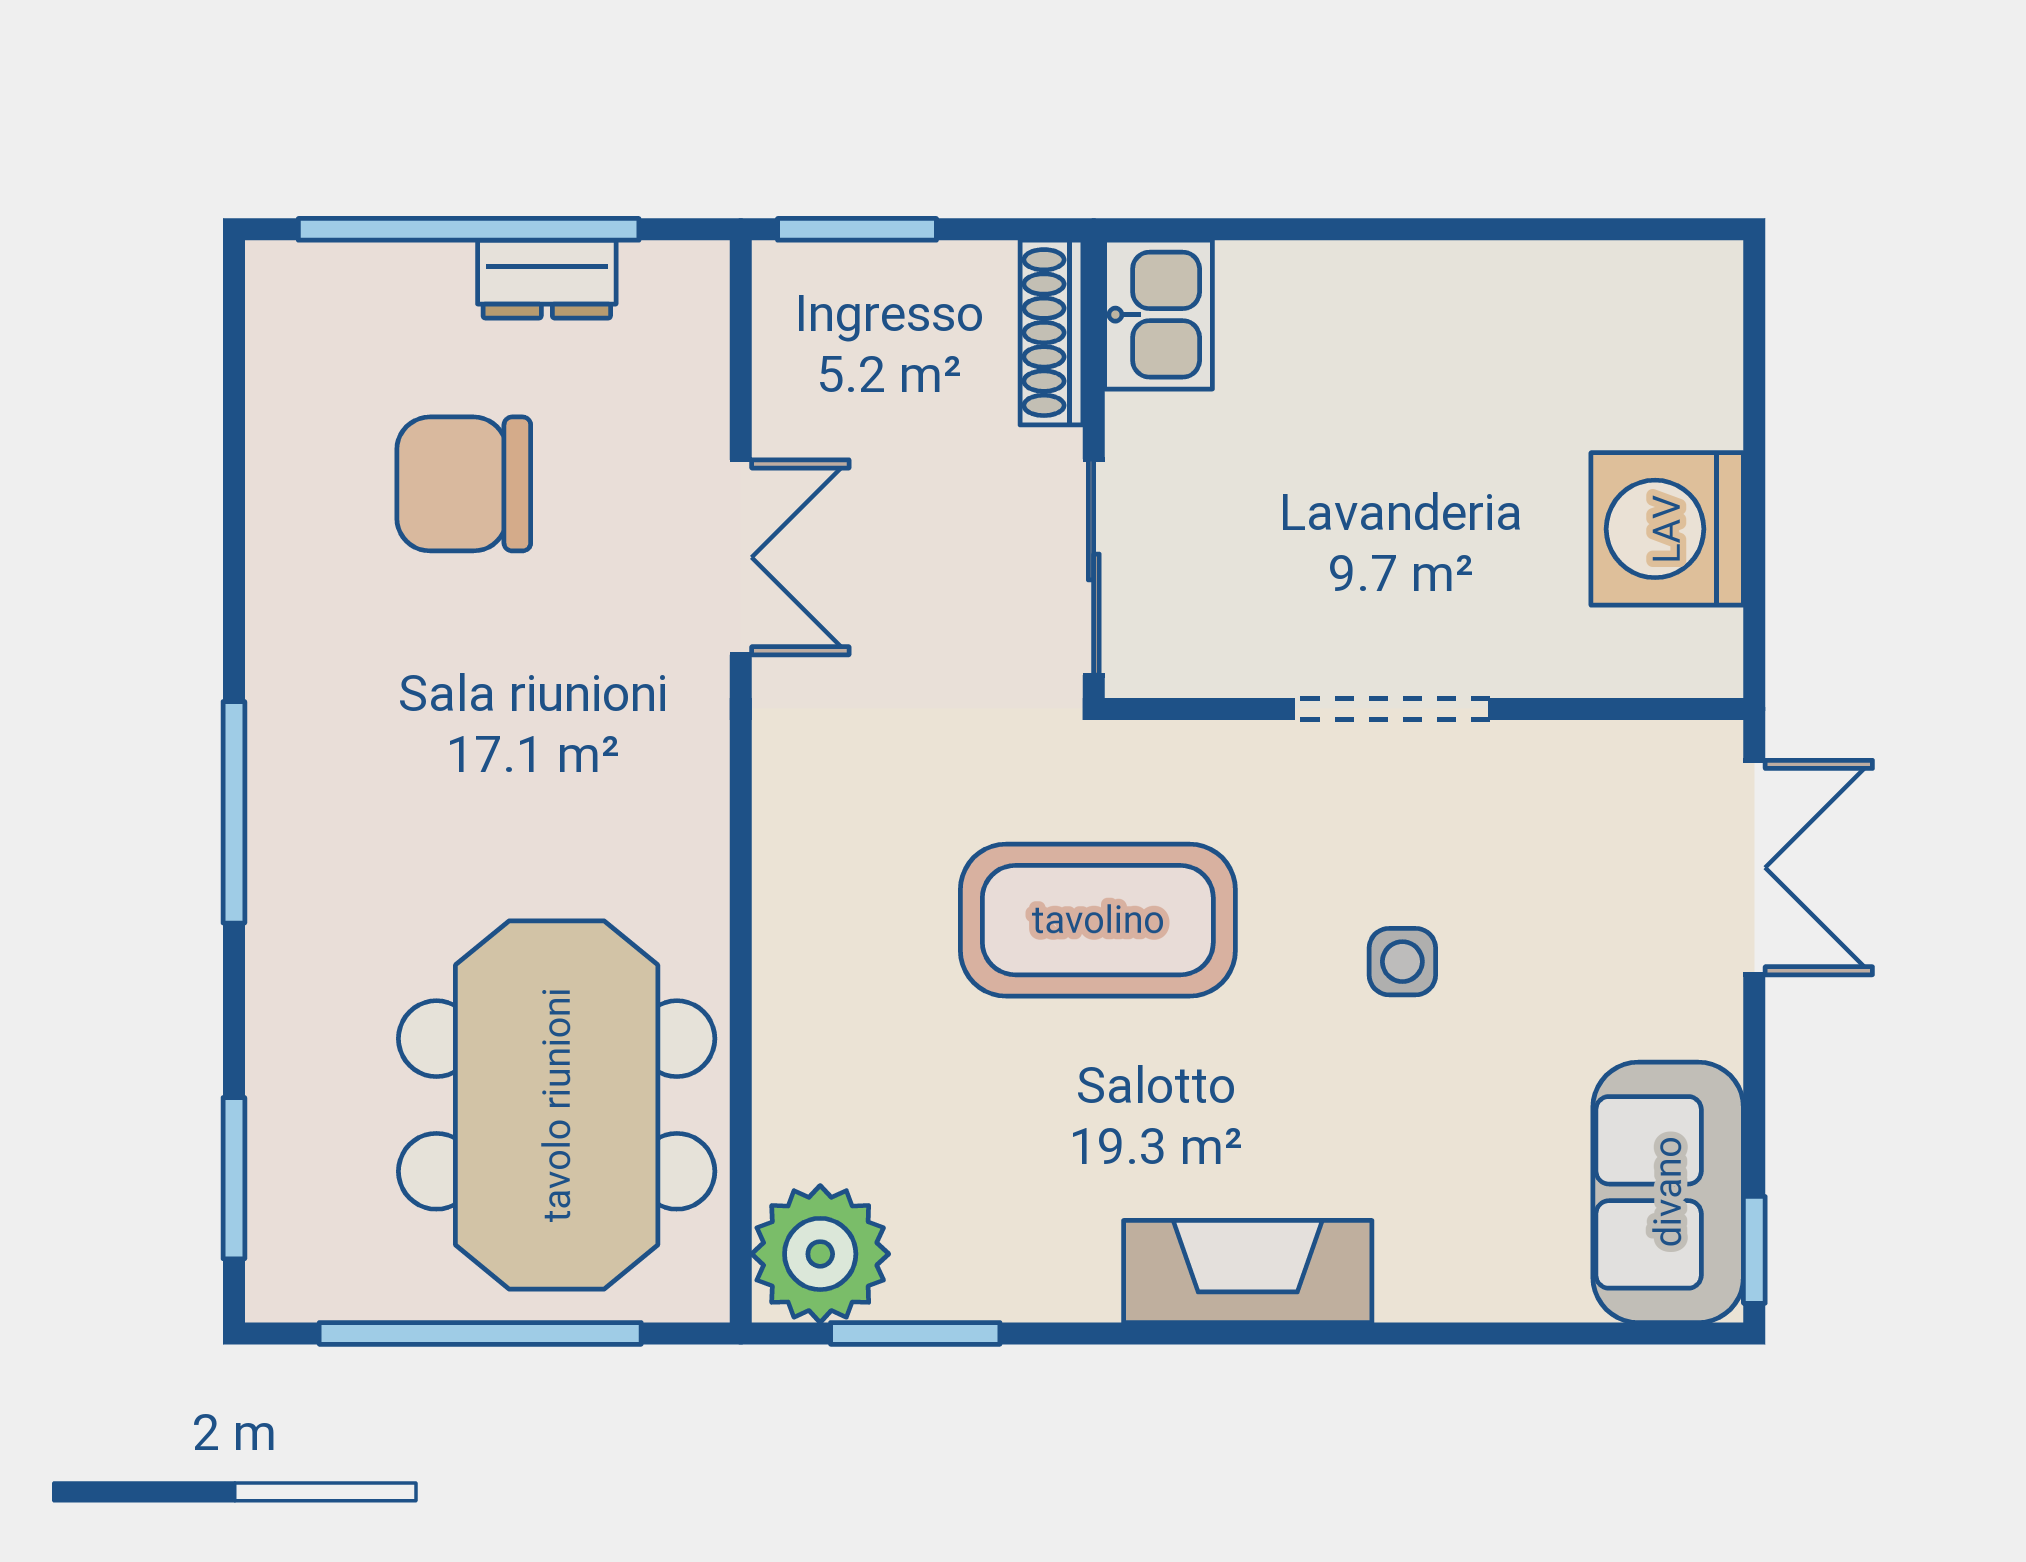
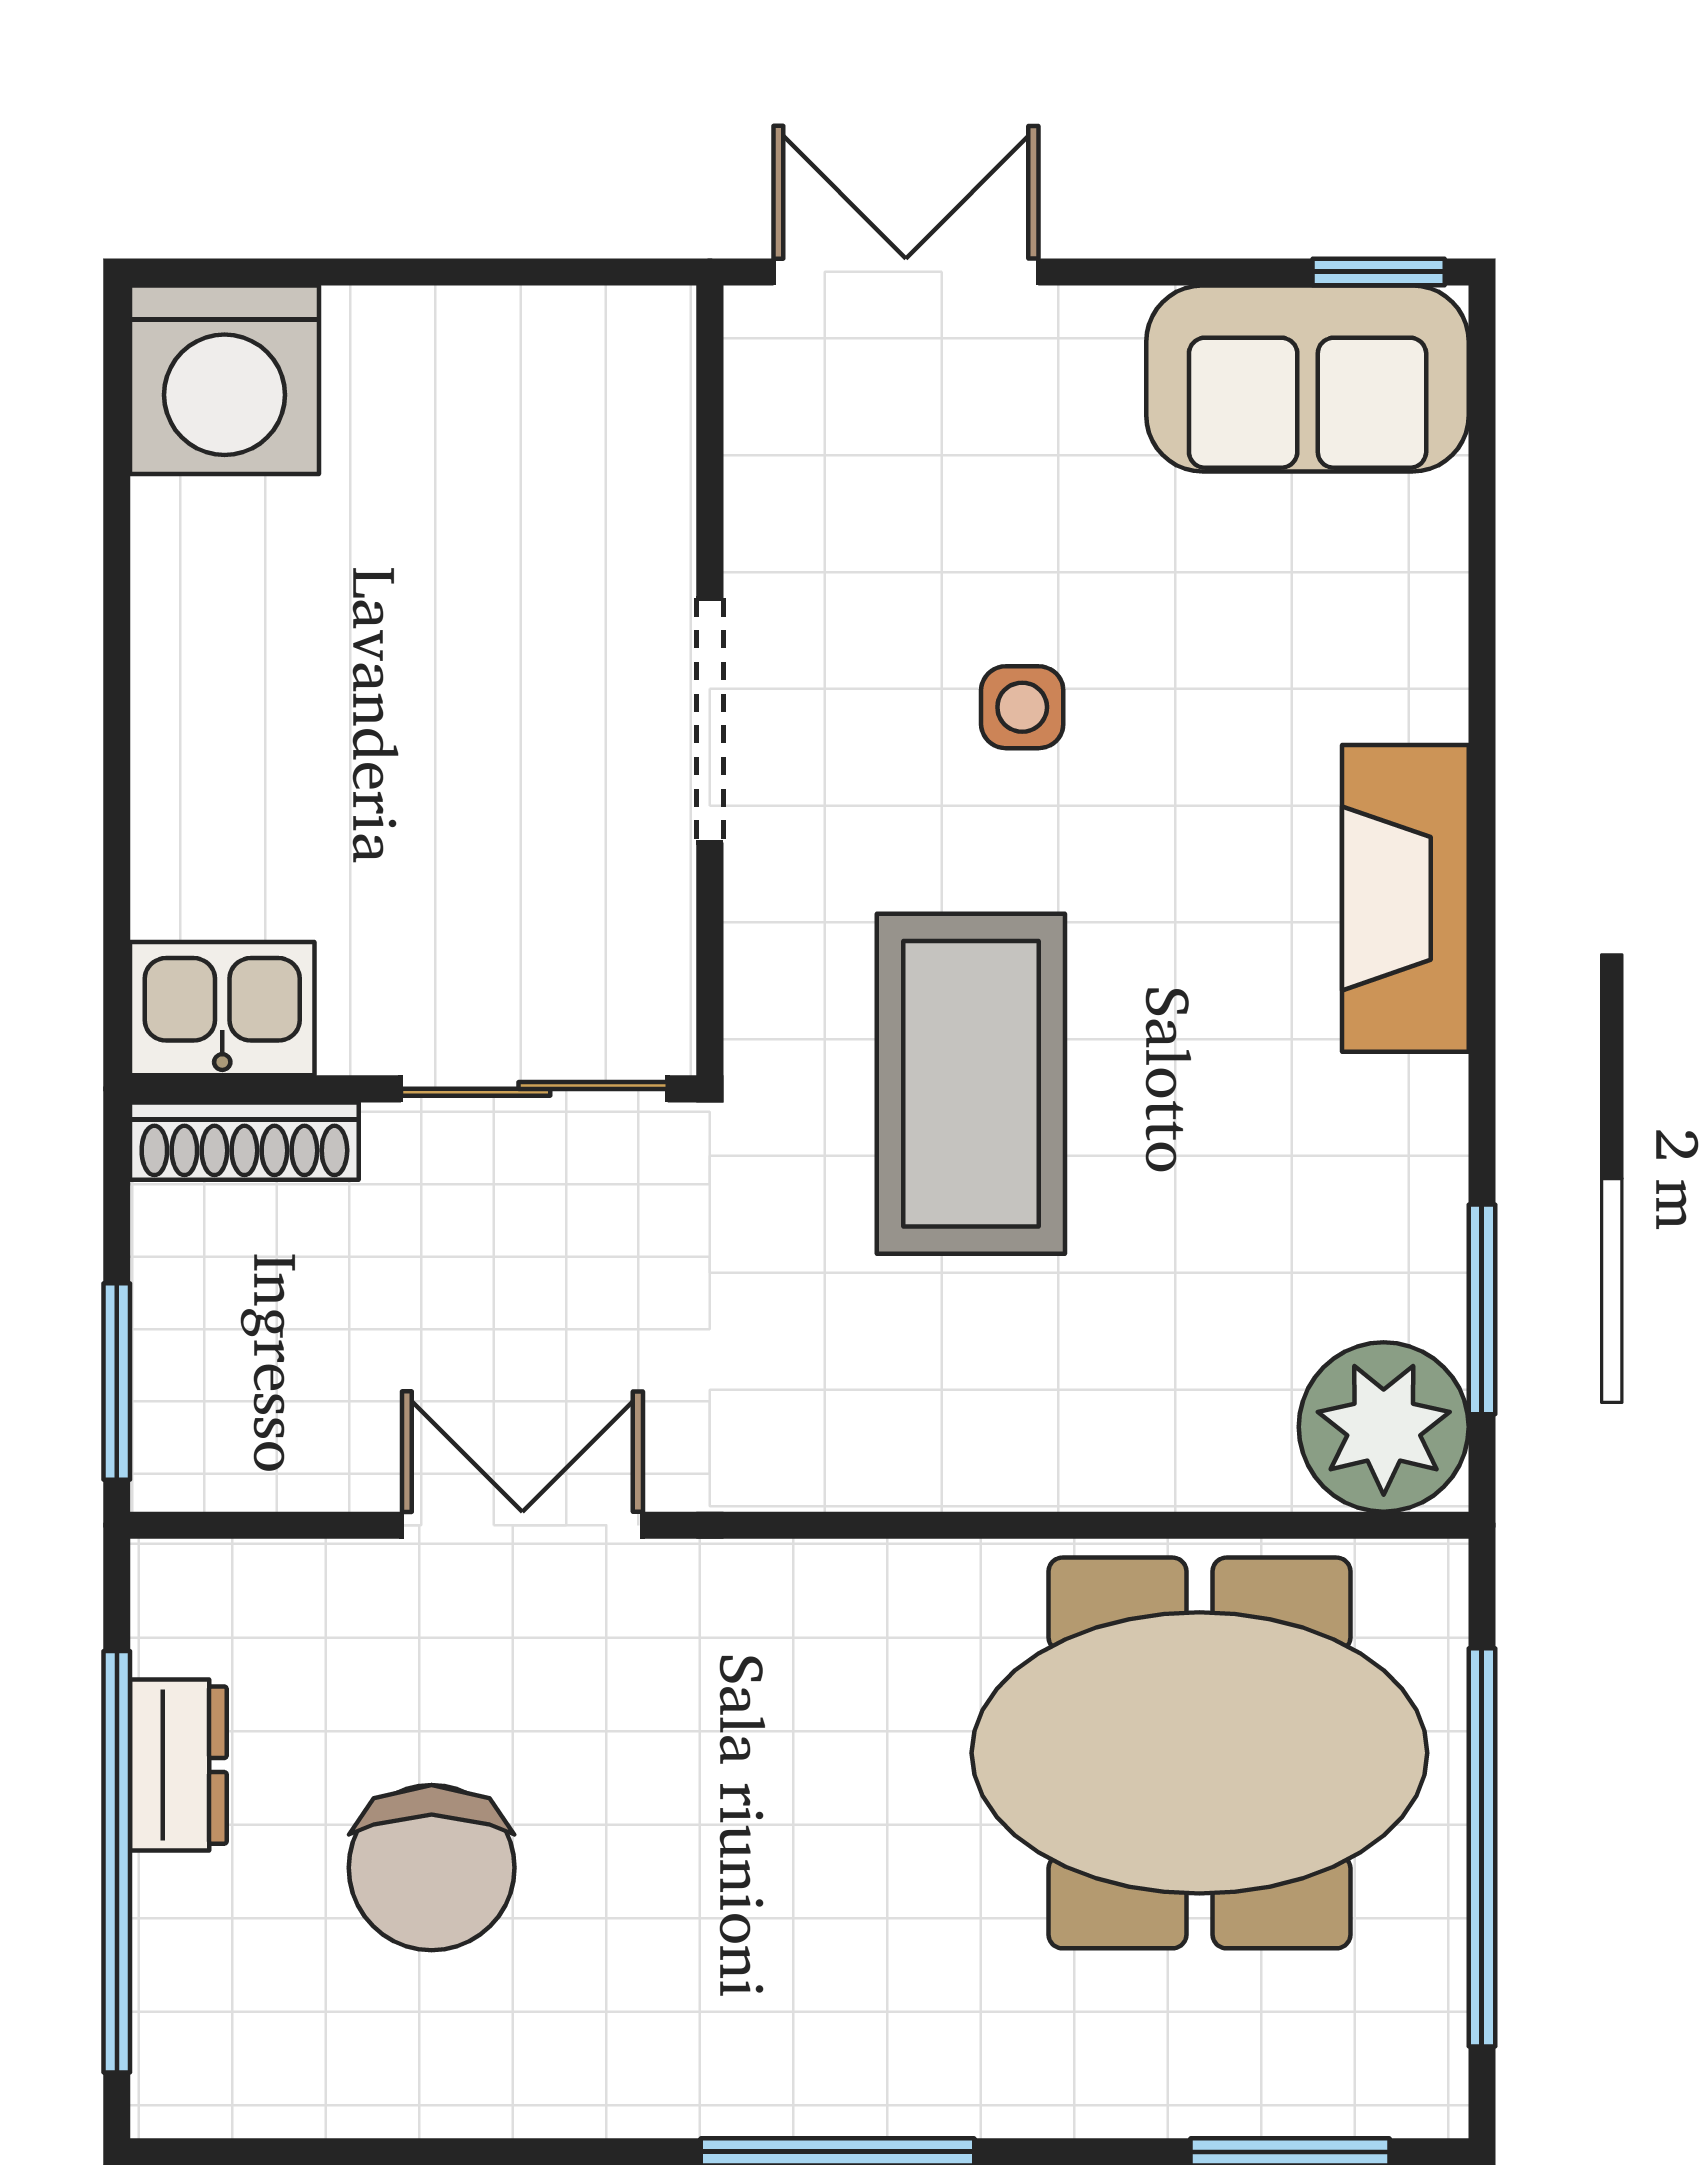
washing machine: (1667, 529) -> (225, 380), moved

